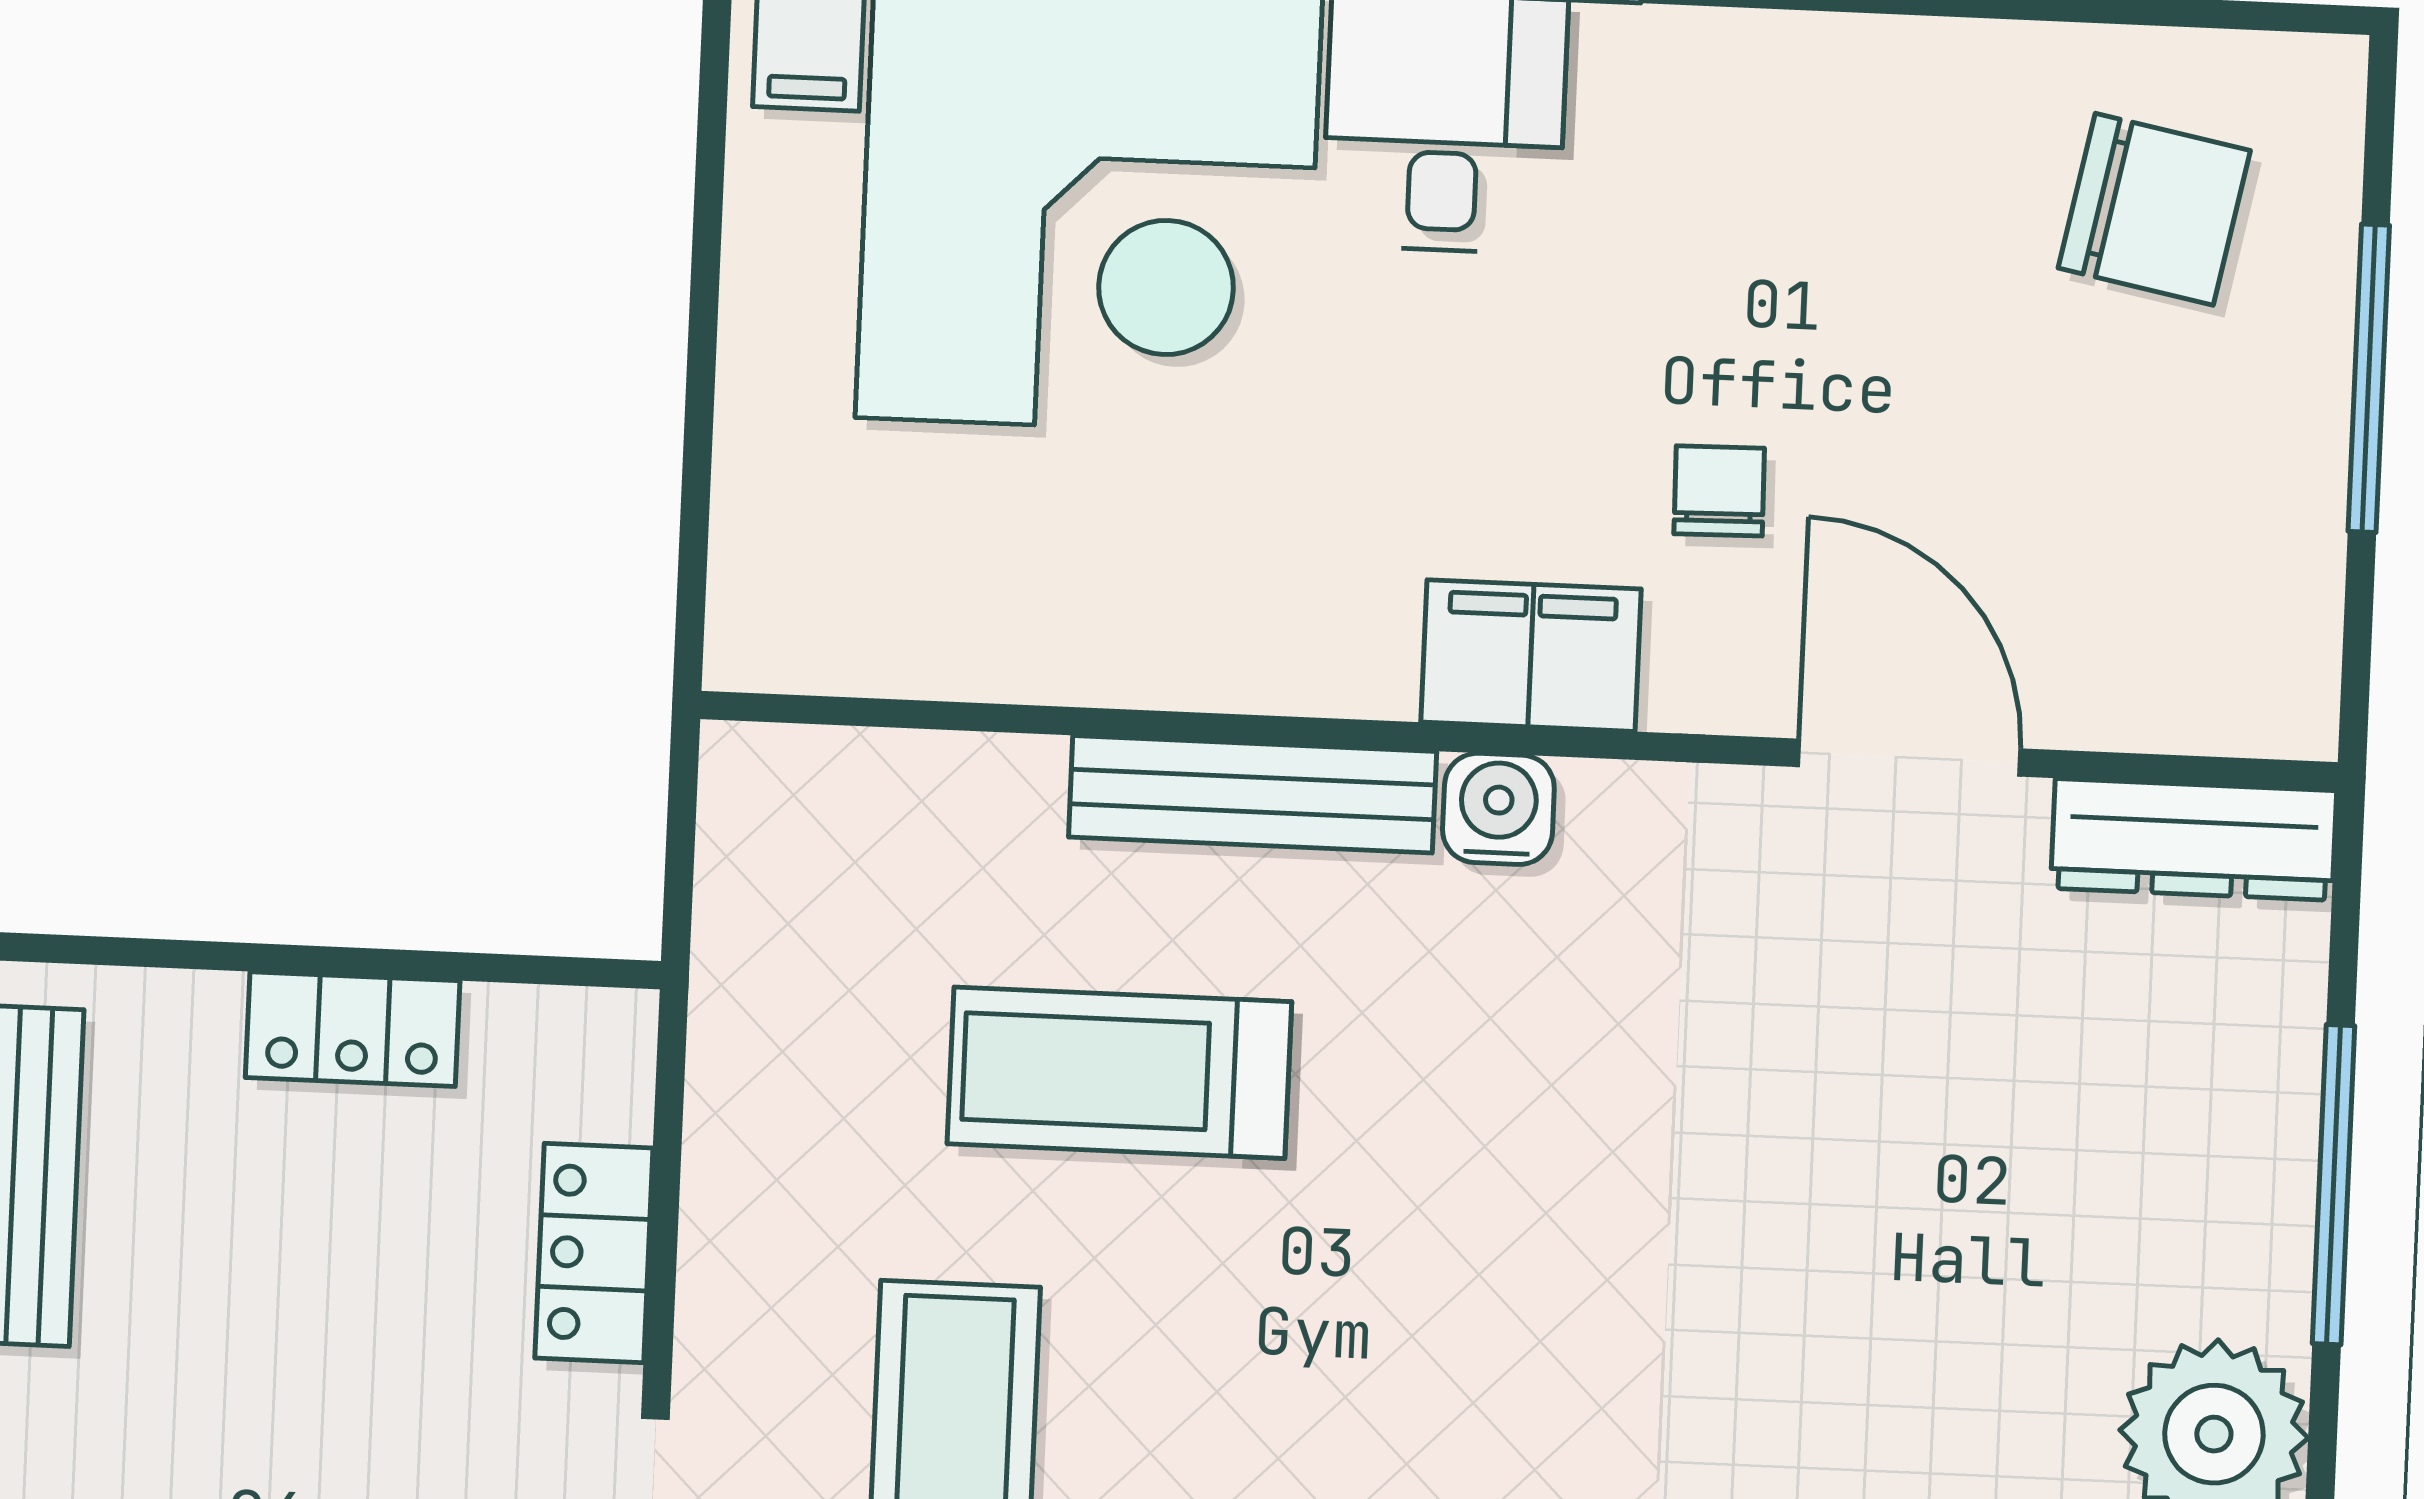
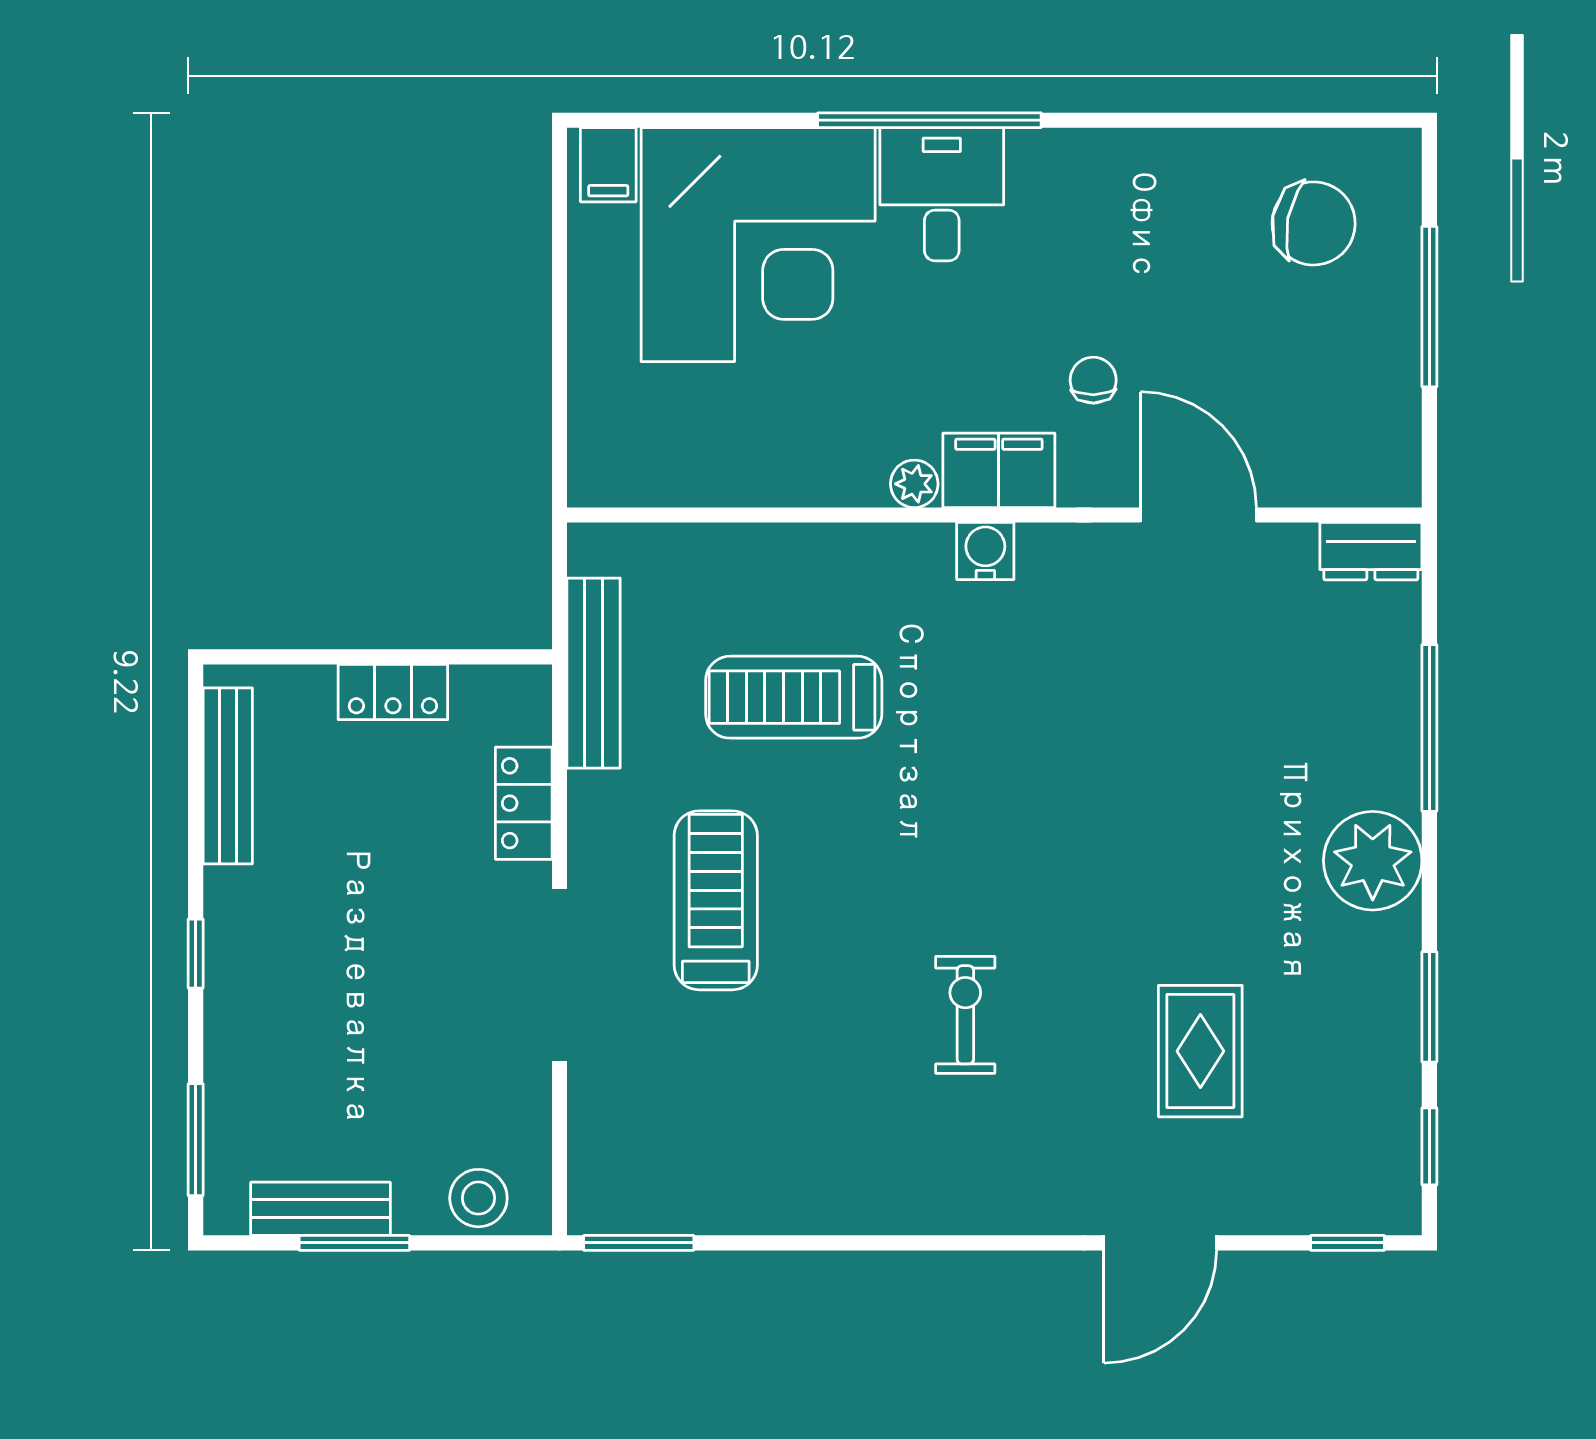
plant: (1368, 674) -> (914, 484), added
bench: (1253, 794) -> (594, 673), moved, turned 90
dresser: (2194, 839) -> (1371, 551), width x0.70

